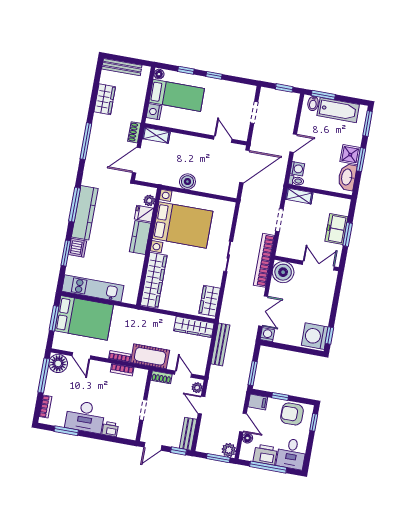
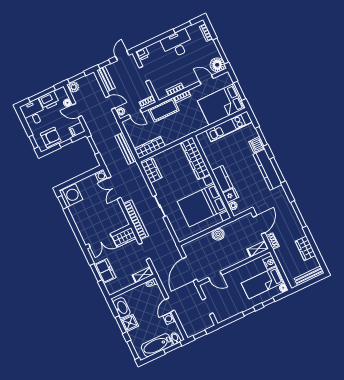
washing machine: (297, 169) -> (169, 318), moved
wardrobe: (290, 250) -> (124, 237), added
boiler: (283, 272) -> (119, 221), removed
printer: (110, 429) -> (143, 54), moved

